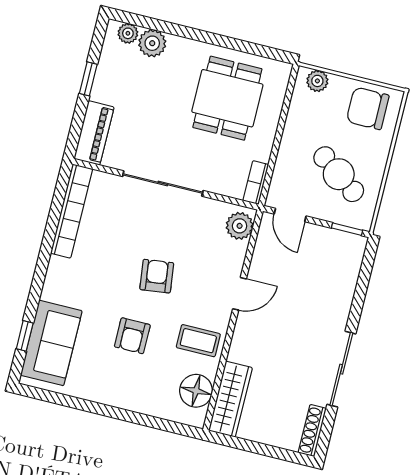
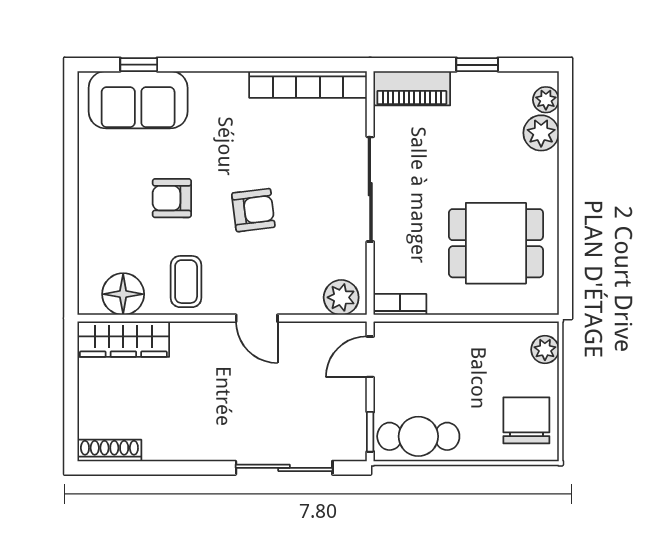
cafe table: (339, 174) -> (418, 436), moved, turned 54
sliding door: (341, 369) -> (284, 468), moved

